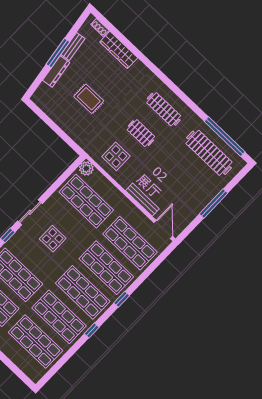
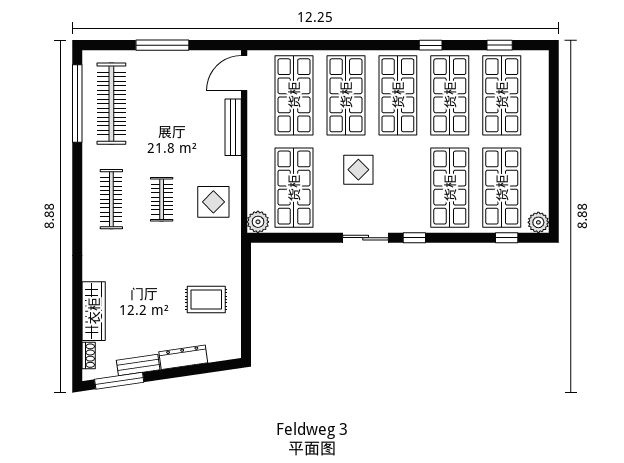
window: (58, 53) -> (119, 381), moved
rug: (89, 99) -> (206, 299), moved, turned 90
display table: (53, 239) -> (358, 170), moved
window: (122, 299) -> (500, 45), moved

